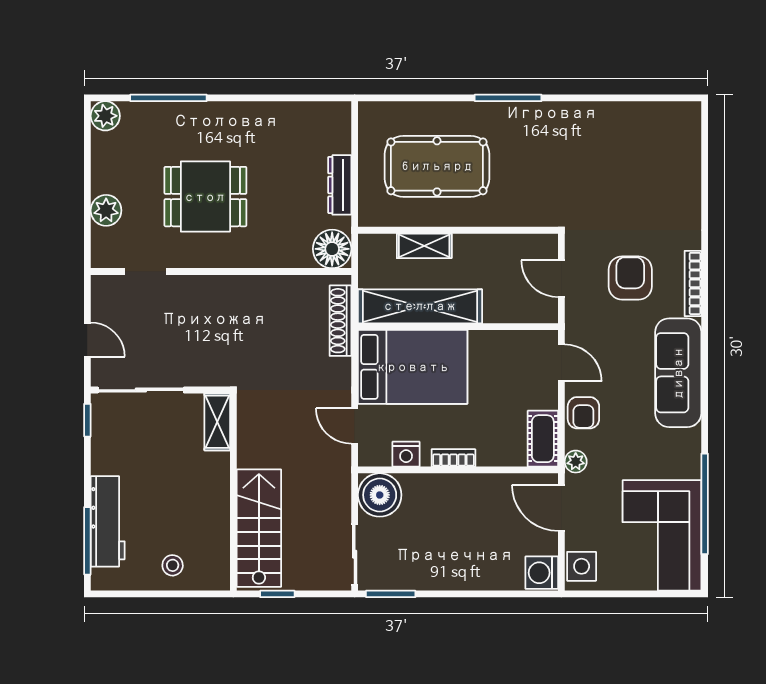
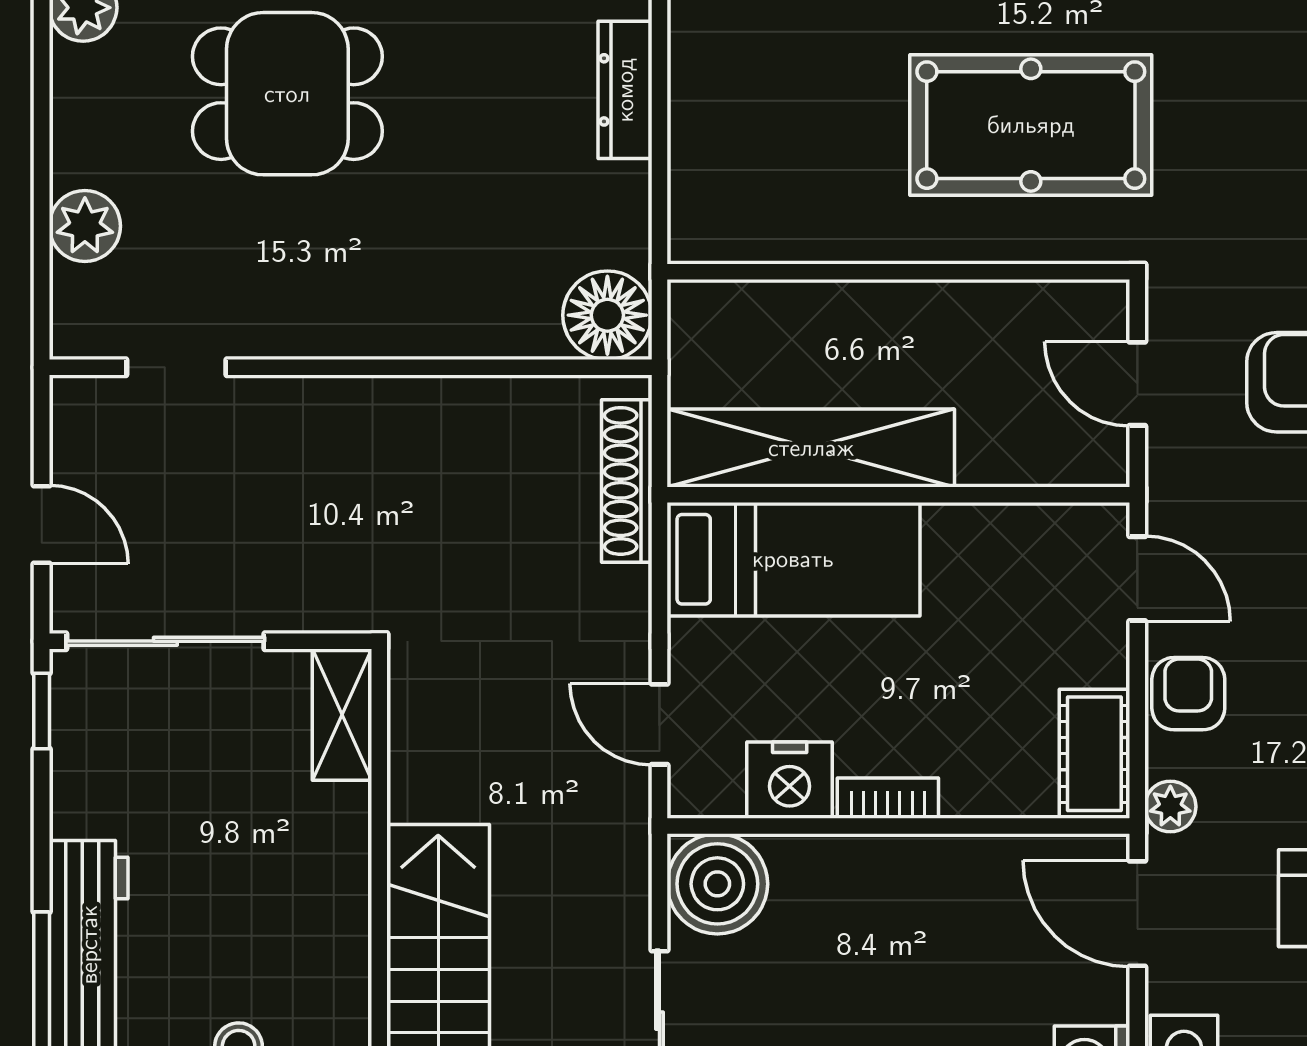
pool table: (437, 166) -> (1031, 125), moved
dresser: (340, 185) -> (625, 90), moved
dining table: (205, 197) -> (287, 94), moved
shelving: (424, 246) -> (820, 308), removed
bed: (413, 367) -> (793, 559), width x0.67
armchair: (583, 413) -> (1188, 694), turned 180
nightstand: (406, 454) -> (790, 780), width x1.36, depth x1.33

